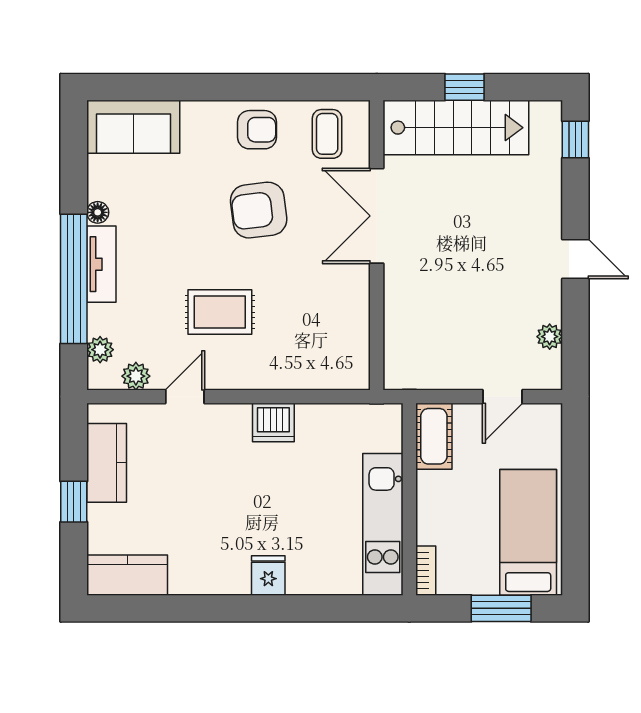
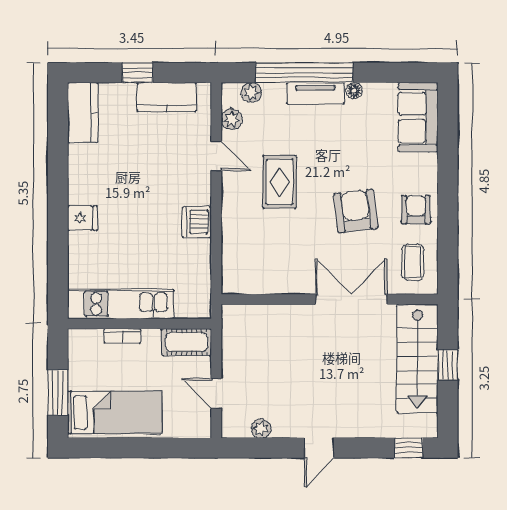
armchair: (257, 130) -> (416, 210), turned 180
coffee table: (327, 134) -> (413, 262), turned 90
bookcase: (426, 571) -> (122, 336), moved

